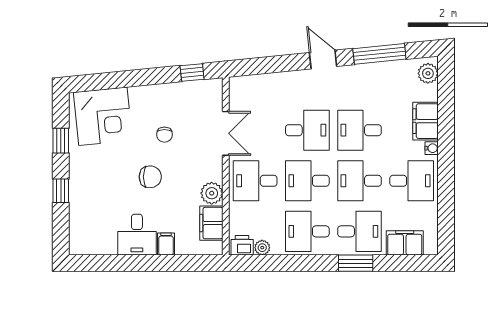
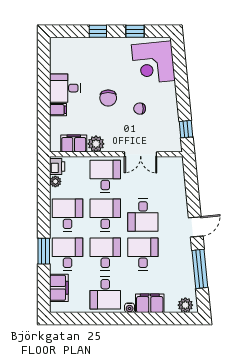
desk: (359, 231) -> (67, 254), turned 180

